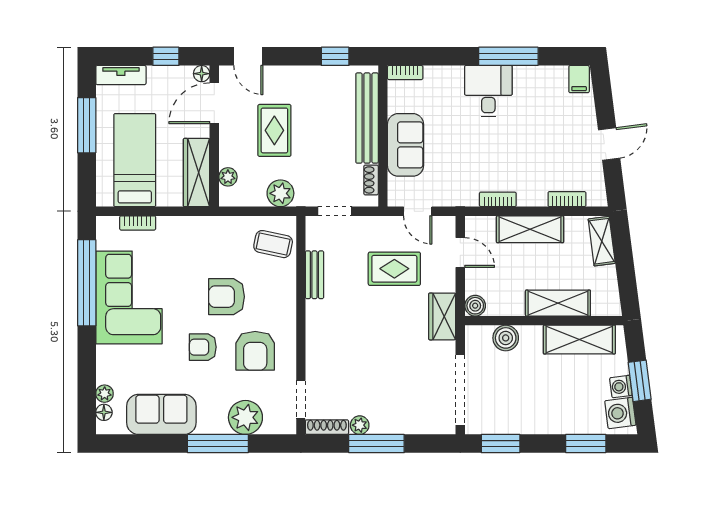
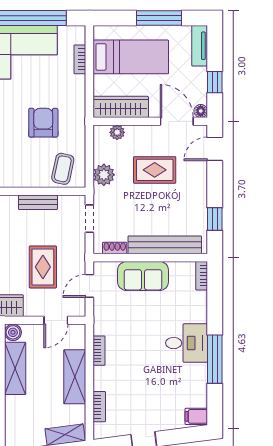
armchair: (227, 297) -> (43, 123), moved
shelving: (558, 303) -> (15, 368), moved

